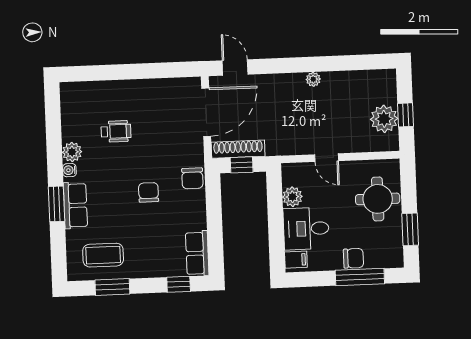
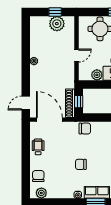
chair: (101, 96) -> (38, 176), added
wheelchair: (116, 131) -> (38, 147), moved
plant: (72, 152) -> (41, 193), moved
chair: (149, 192) -> (81, 164), moved

